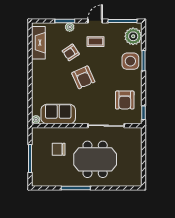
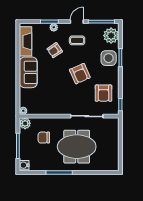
armchair: (83, 77) -> (80, 74), moved
sofa: (58, 114) -> (28, 72), moved, turned 90
plant: (38, 134) -> (25, 123), added
water cooler: (37, 180) -> (24, 165), added

